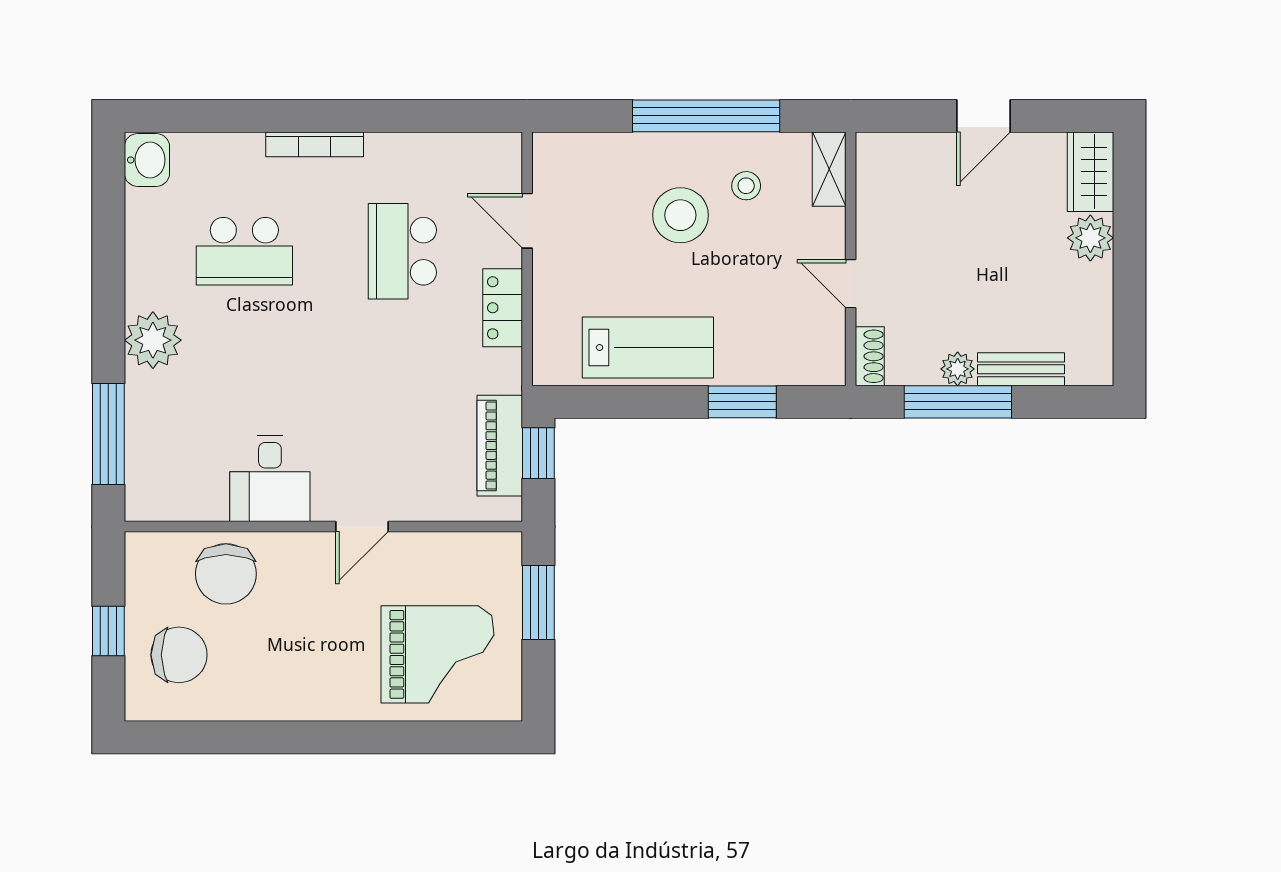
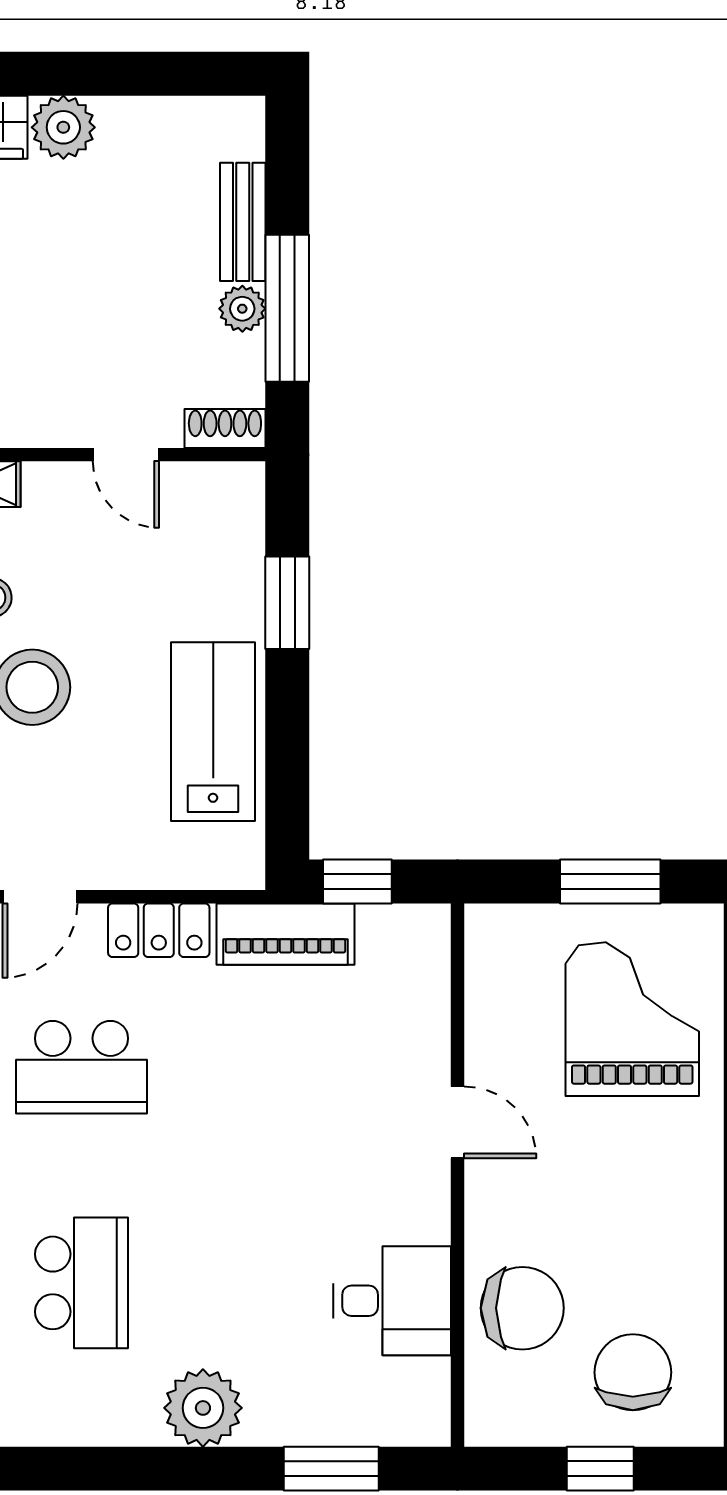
door: (851, 284) -> (126, 455), hinge flipped
window: (108, 434) -> (331, 1469), width x0.69
piano: (500, 446) -> (285, 934), moved
desk: (270, 479) -> (392, 1301), moved
window: (538, 603) -> (610, 881), moved

